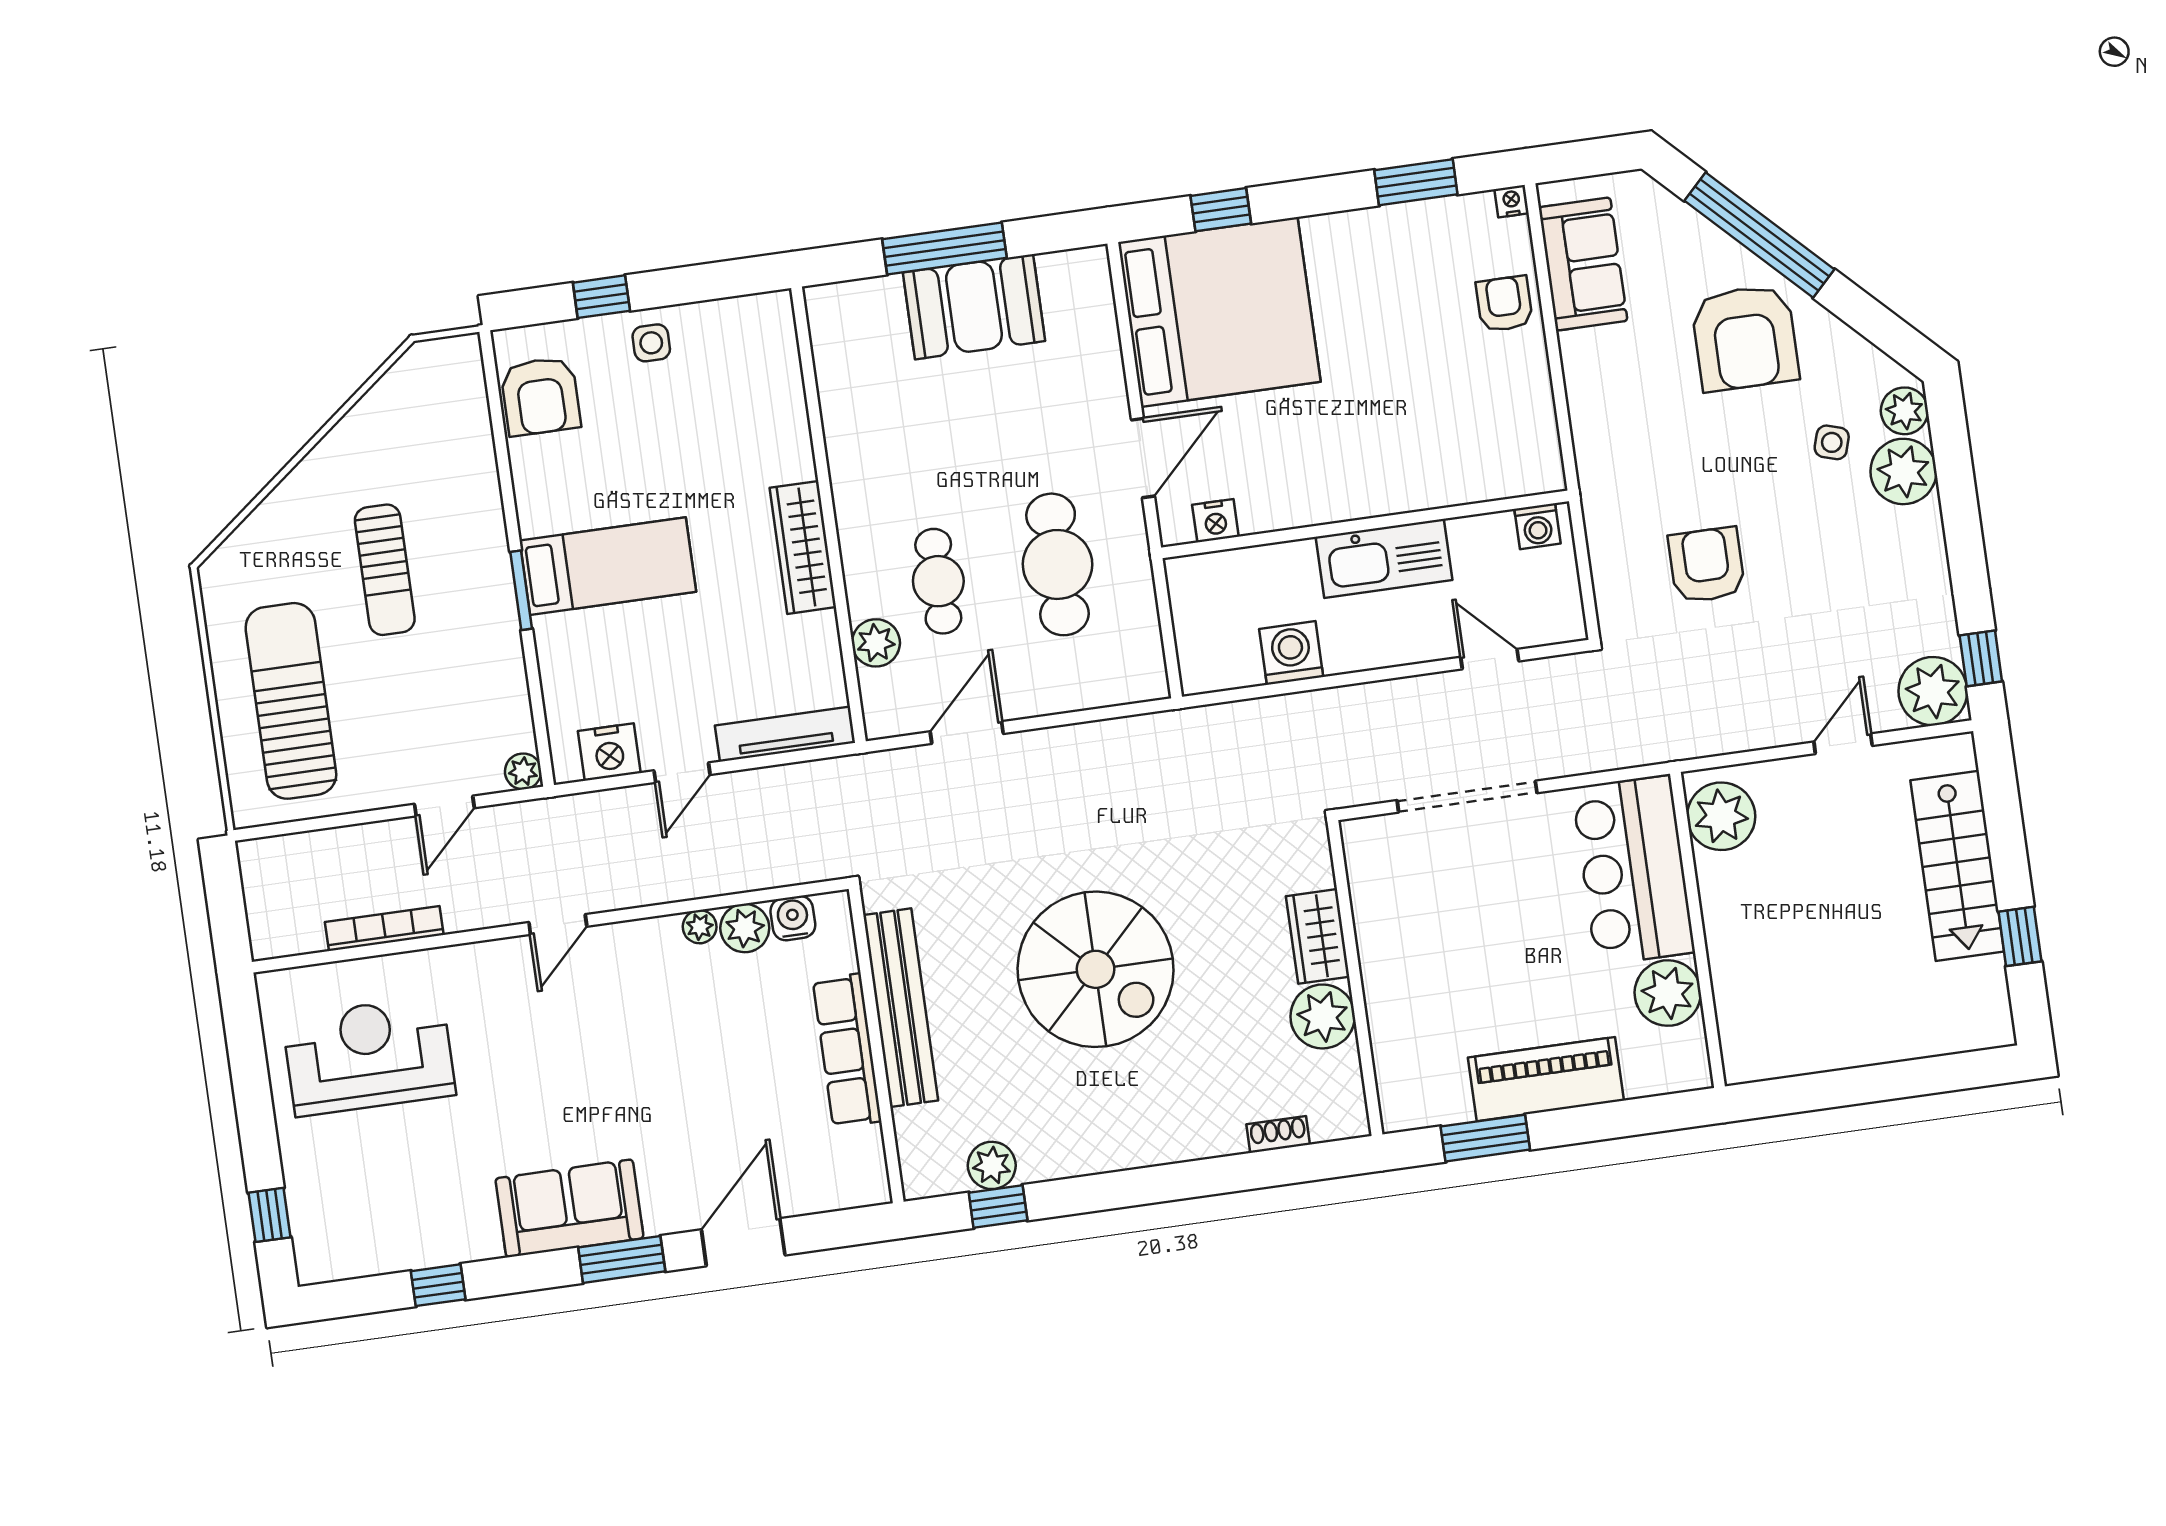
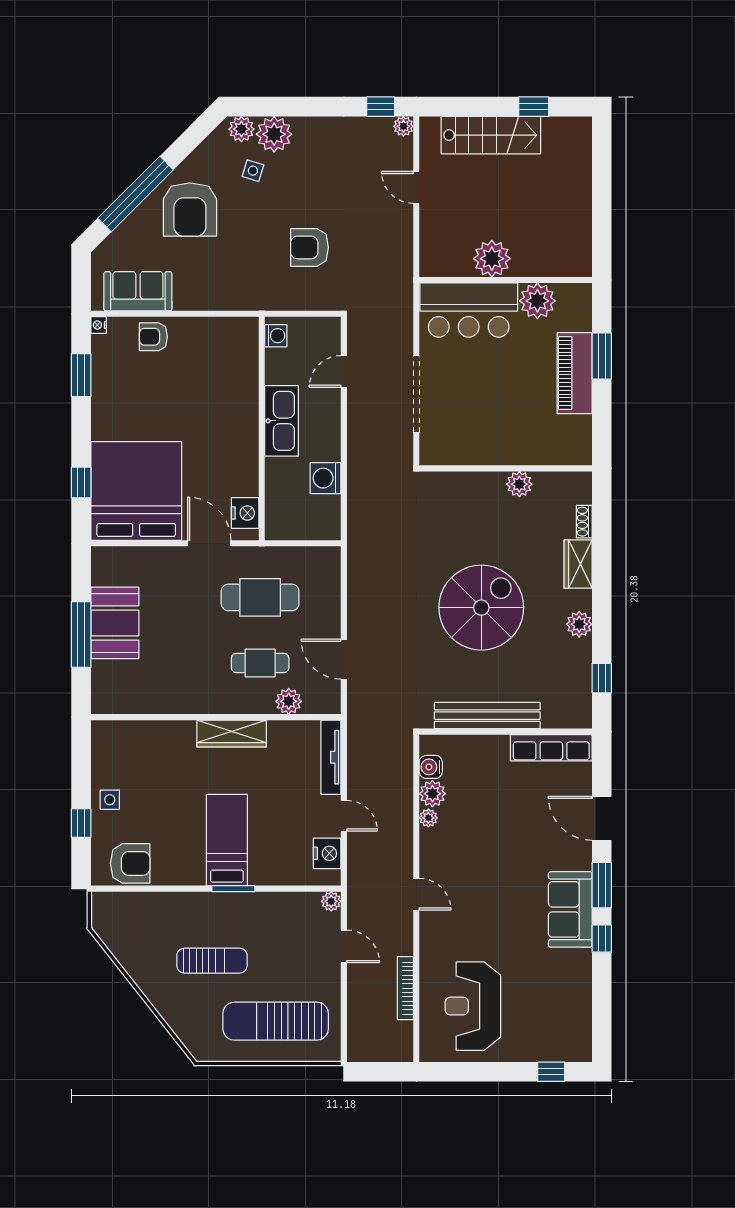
armchair: (1745, 338) -> (190, 210), turned 90
nightstand: (1215, 521) -> (245, 513), width x1.36, depth x1.33
plant: (1933, 691) -> (403, 126), width x0.53, depth x0.53
plant: (1721, 816) -> (492, 259), moved
wardrobe: (1318, 936) -> (578, 564), moved, turned 90
plant: (1323, 1016) -> (519, 484), width x0.73, depth x0.73
row of seats: (847, 1051) -> (551, 748), moved
window: (1485, 1138) -> (602, 356), moved
plant: (992, 1165) -> (579, 624), moved
window: (438, 1285) -> (602, 939), moved

